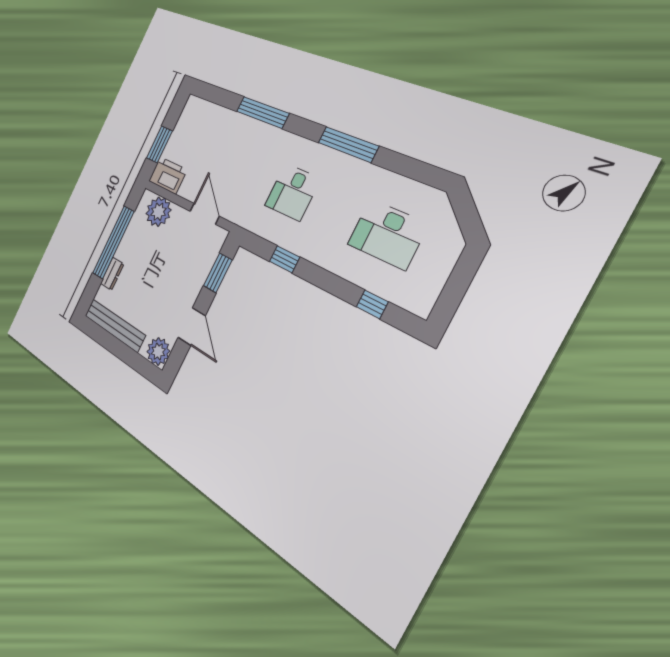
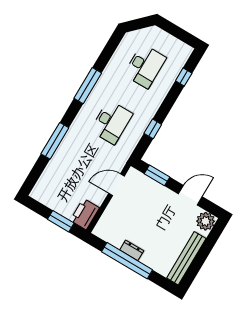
desk: (292, 192) -> (111, 122), width x1.37
plant: (158, 212) -> (110, 222), removed
dresser: (112, 274) -> (132, 250), moved

